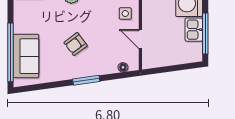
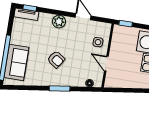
armchair: (76, 44) -> (56, 59), turned -109

